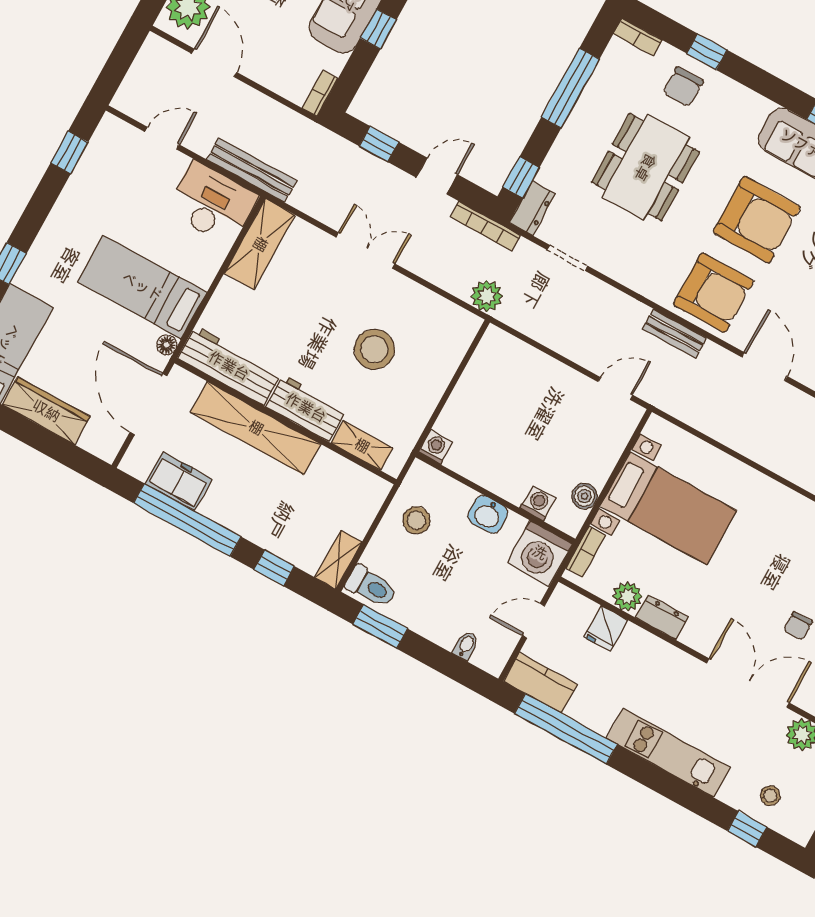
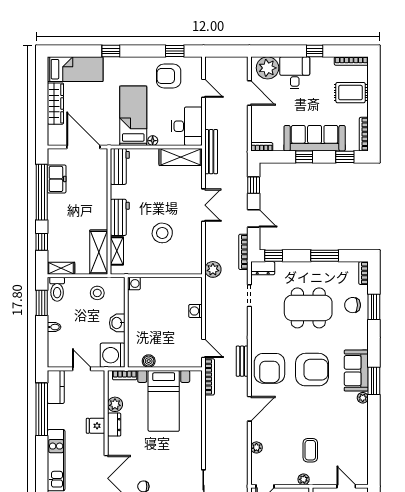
window: (707, 52) -> (374, 307), width x1.50
door: (214, 63) -> (249, 93), hinge flipped
window: (570, 88) -> (325, 256), width x0.69
bench: (252, 170) -> (211, 152), moved
armchair: (107, 187) -> (169, 76), added
armchair: (757, 220) -> (312, 370), turned -90
floor lamp: (167, 345) -> (153, 141), moved
workbench: (229, 366) -> (120, 166), width x0.73
door: (149, 404) -> (83, 147), hinge flipped
bookcase: (671, 405) -> (210, 377), added
shelving: (256, 428) -> (99, 252), moved, width x0.68
washing machine: (538, 503) -> (195, 311), moved, turned 180
fridge: (606, 629) -> (96, 426), moved
bidet: (466, 646) -> (54, 327), moved

